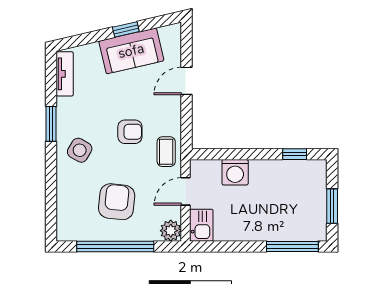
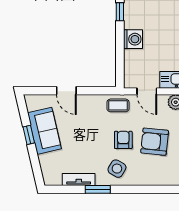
tv unit: (65, 74) -> (79, 179), moved
armchair: (130, 132) -> (123, 140), moved
washing machine: (235, 172) -> (133, 39), moved

